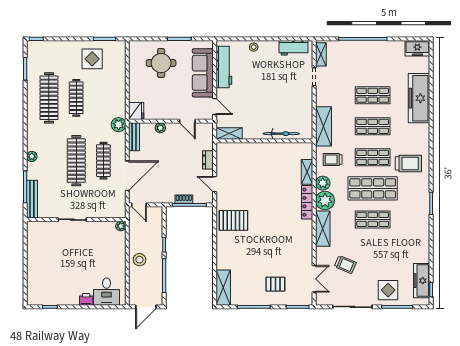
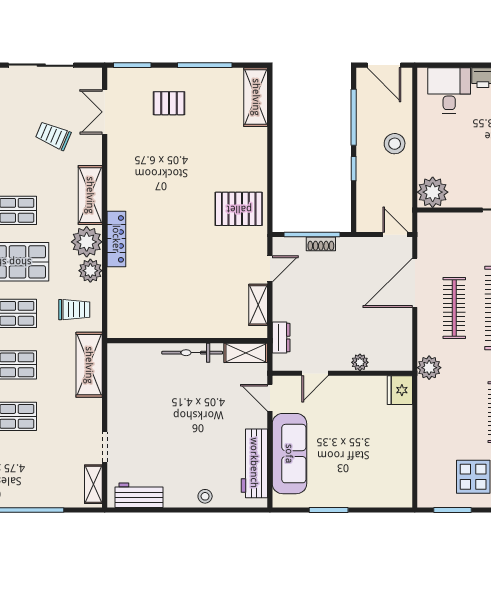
round table: (161, 63) -> (359, 470), removed
door: (187, 121) -> (315, 373), swing flipped
bicycle: (281, 134) -> (192, 353), moved
bench: (134, 137) -> (403, 347), removed
dresser: (208, 160) -> (281, 338), moved
shelving: (307, 172) -> (258, 305), moved
door: (215, 184) -> (270, 269), hinge flipped
plant: (121, 226) -> (433, 192), width x1.87, depth x1.87
door: (146, 307) -> (384, 65), swing flipped

